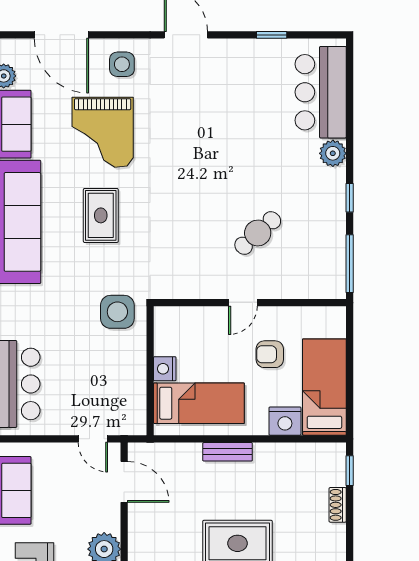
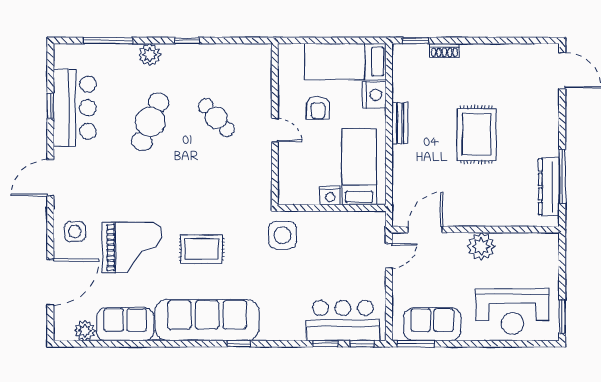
bar counter: (321, 92) -> (75, 108), moved, turned -90
cafe table: (253, 154) -> (150, 122), added
window: (350, 264) -> (108, 41), moved
bench: (228, 452) -> (400, 123), moved

